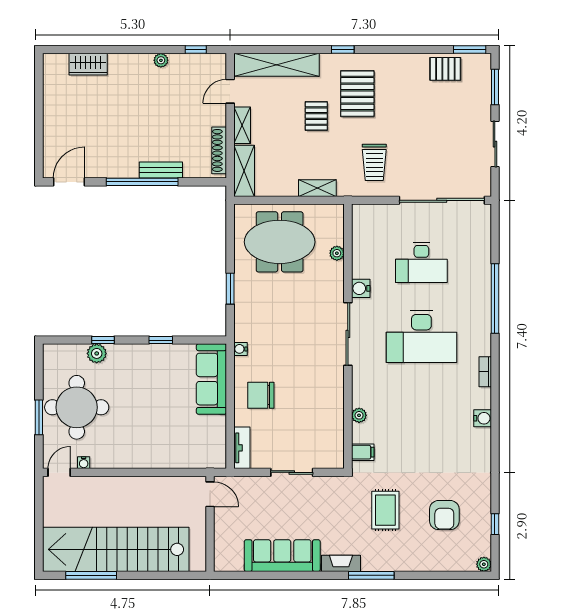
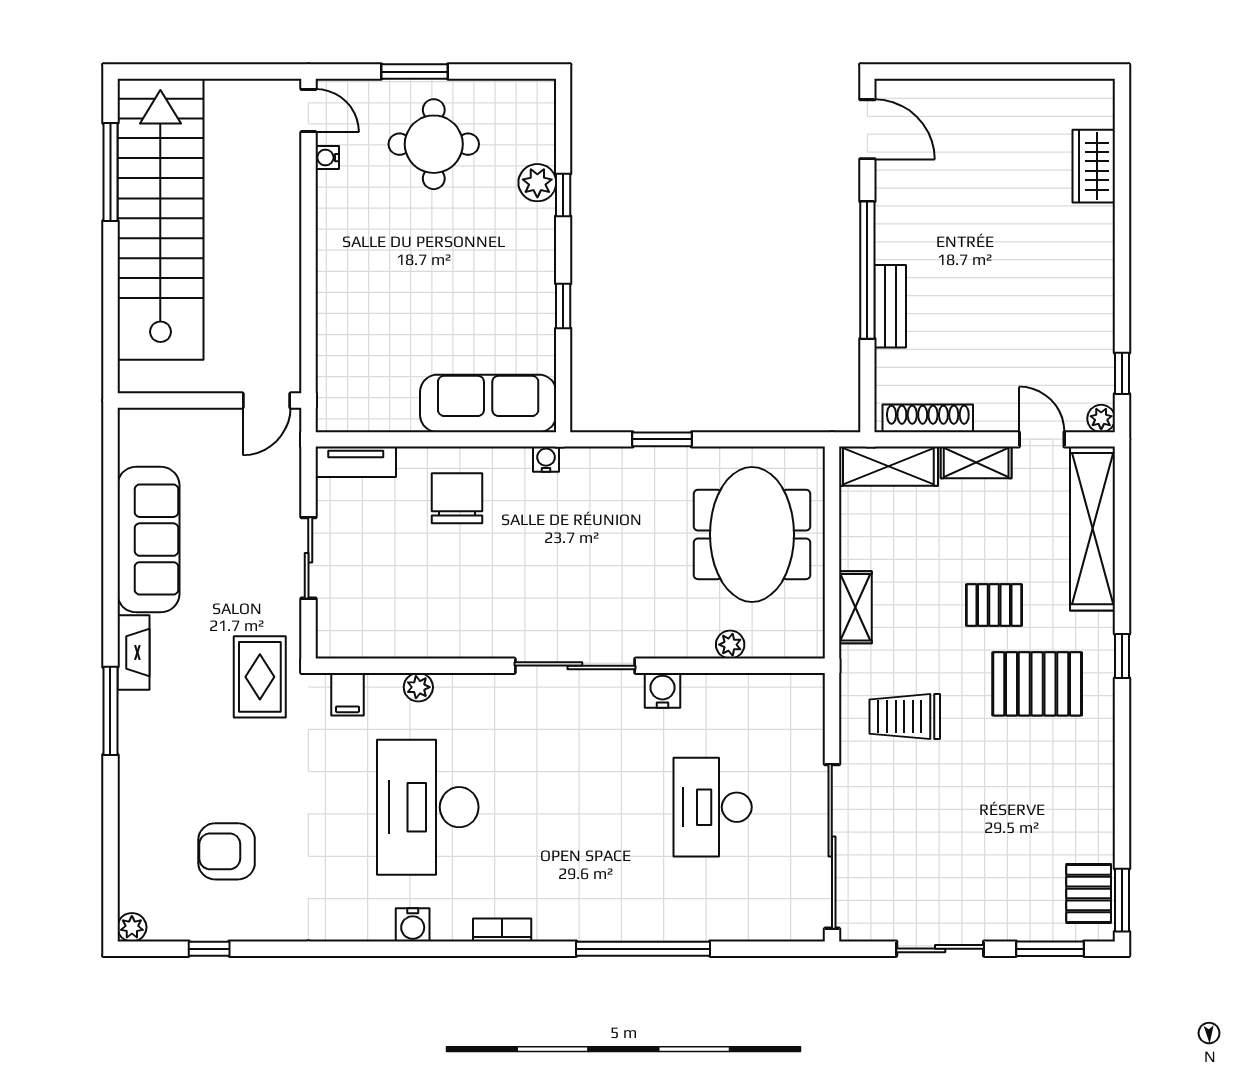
plant: (161, 60) -> (1101, 418), moved
pallet: (445, 69) -> (1089, 894), moved
desk: (421, 336) -> (428, 807), moved
round table: (77, 407) -> (434, 144), width x0.73, depth x0.73
rug: (385, 510) -> (260, 677), moved, turned 90

